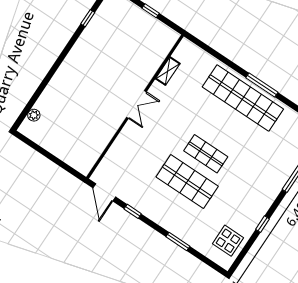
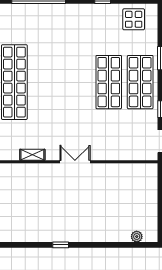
window: (88, 18) -> (61, 245), moved
shop shelf: (206, 154) -> (140, 82), moved, width x1.43, depth x1.36

